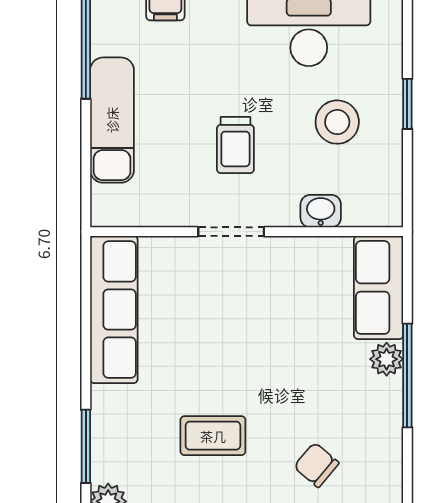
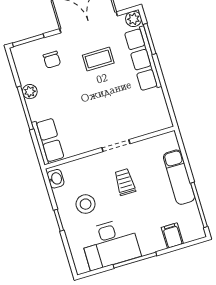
washbasin: (321, 211) -> (56, 179), moved, turned -90
row of seats: (114, 310) -> (143, 59), moved
plant: (387, 359) -> (30, 92), moved
chair: (316, 465) -> (52, 60), turned 50

